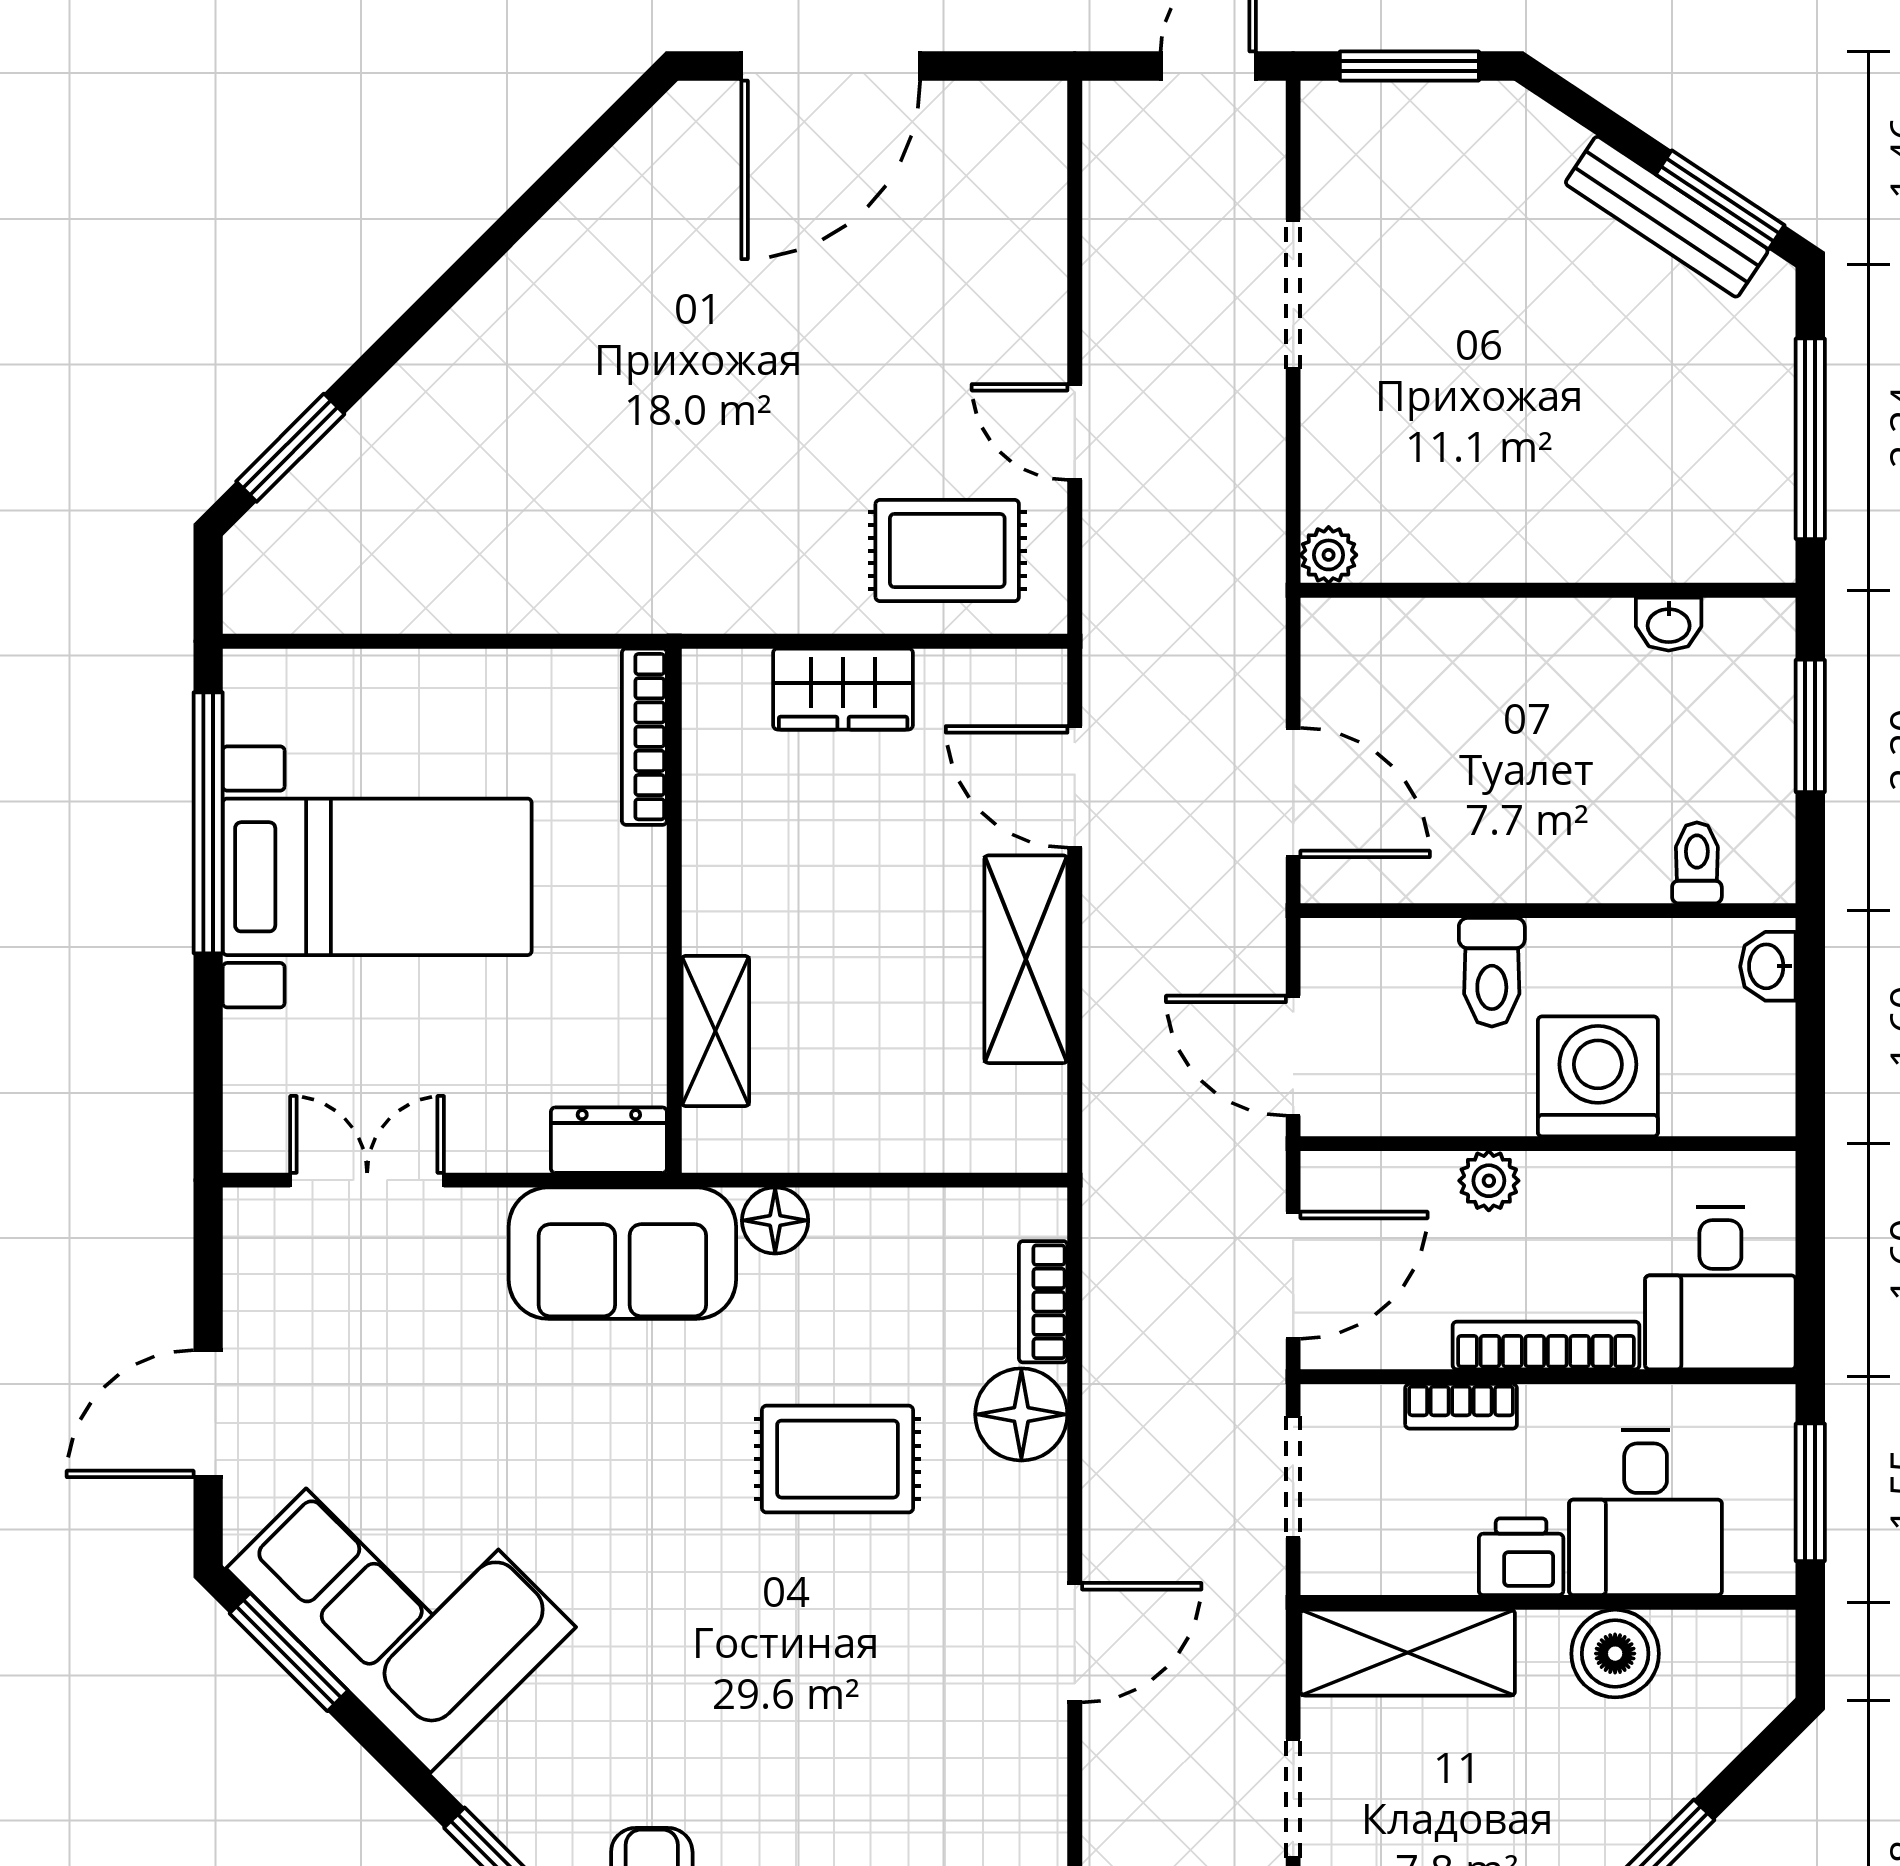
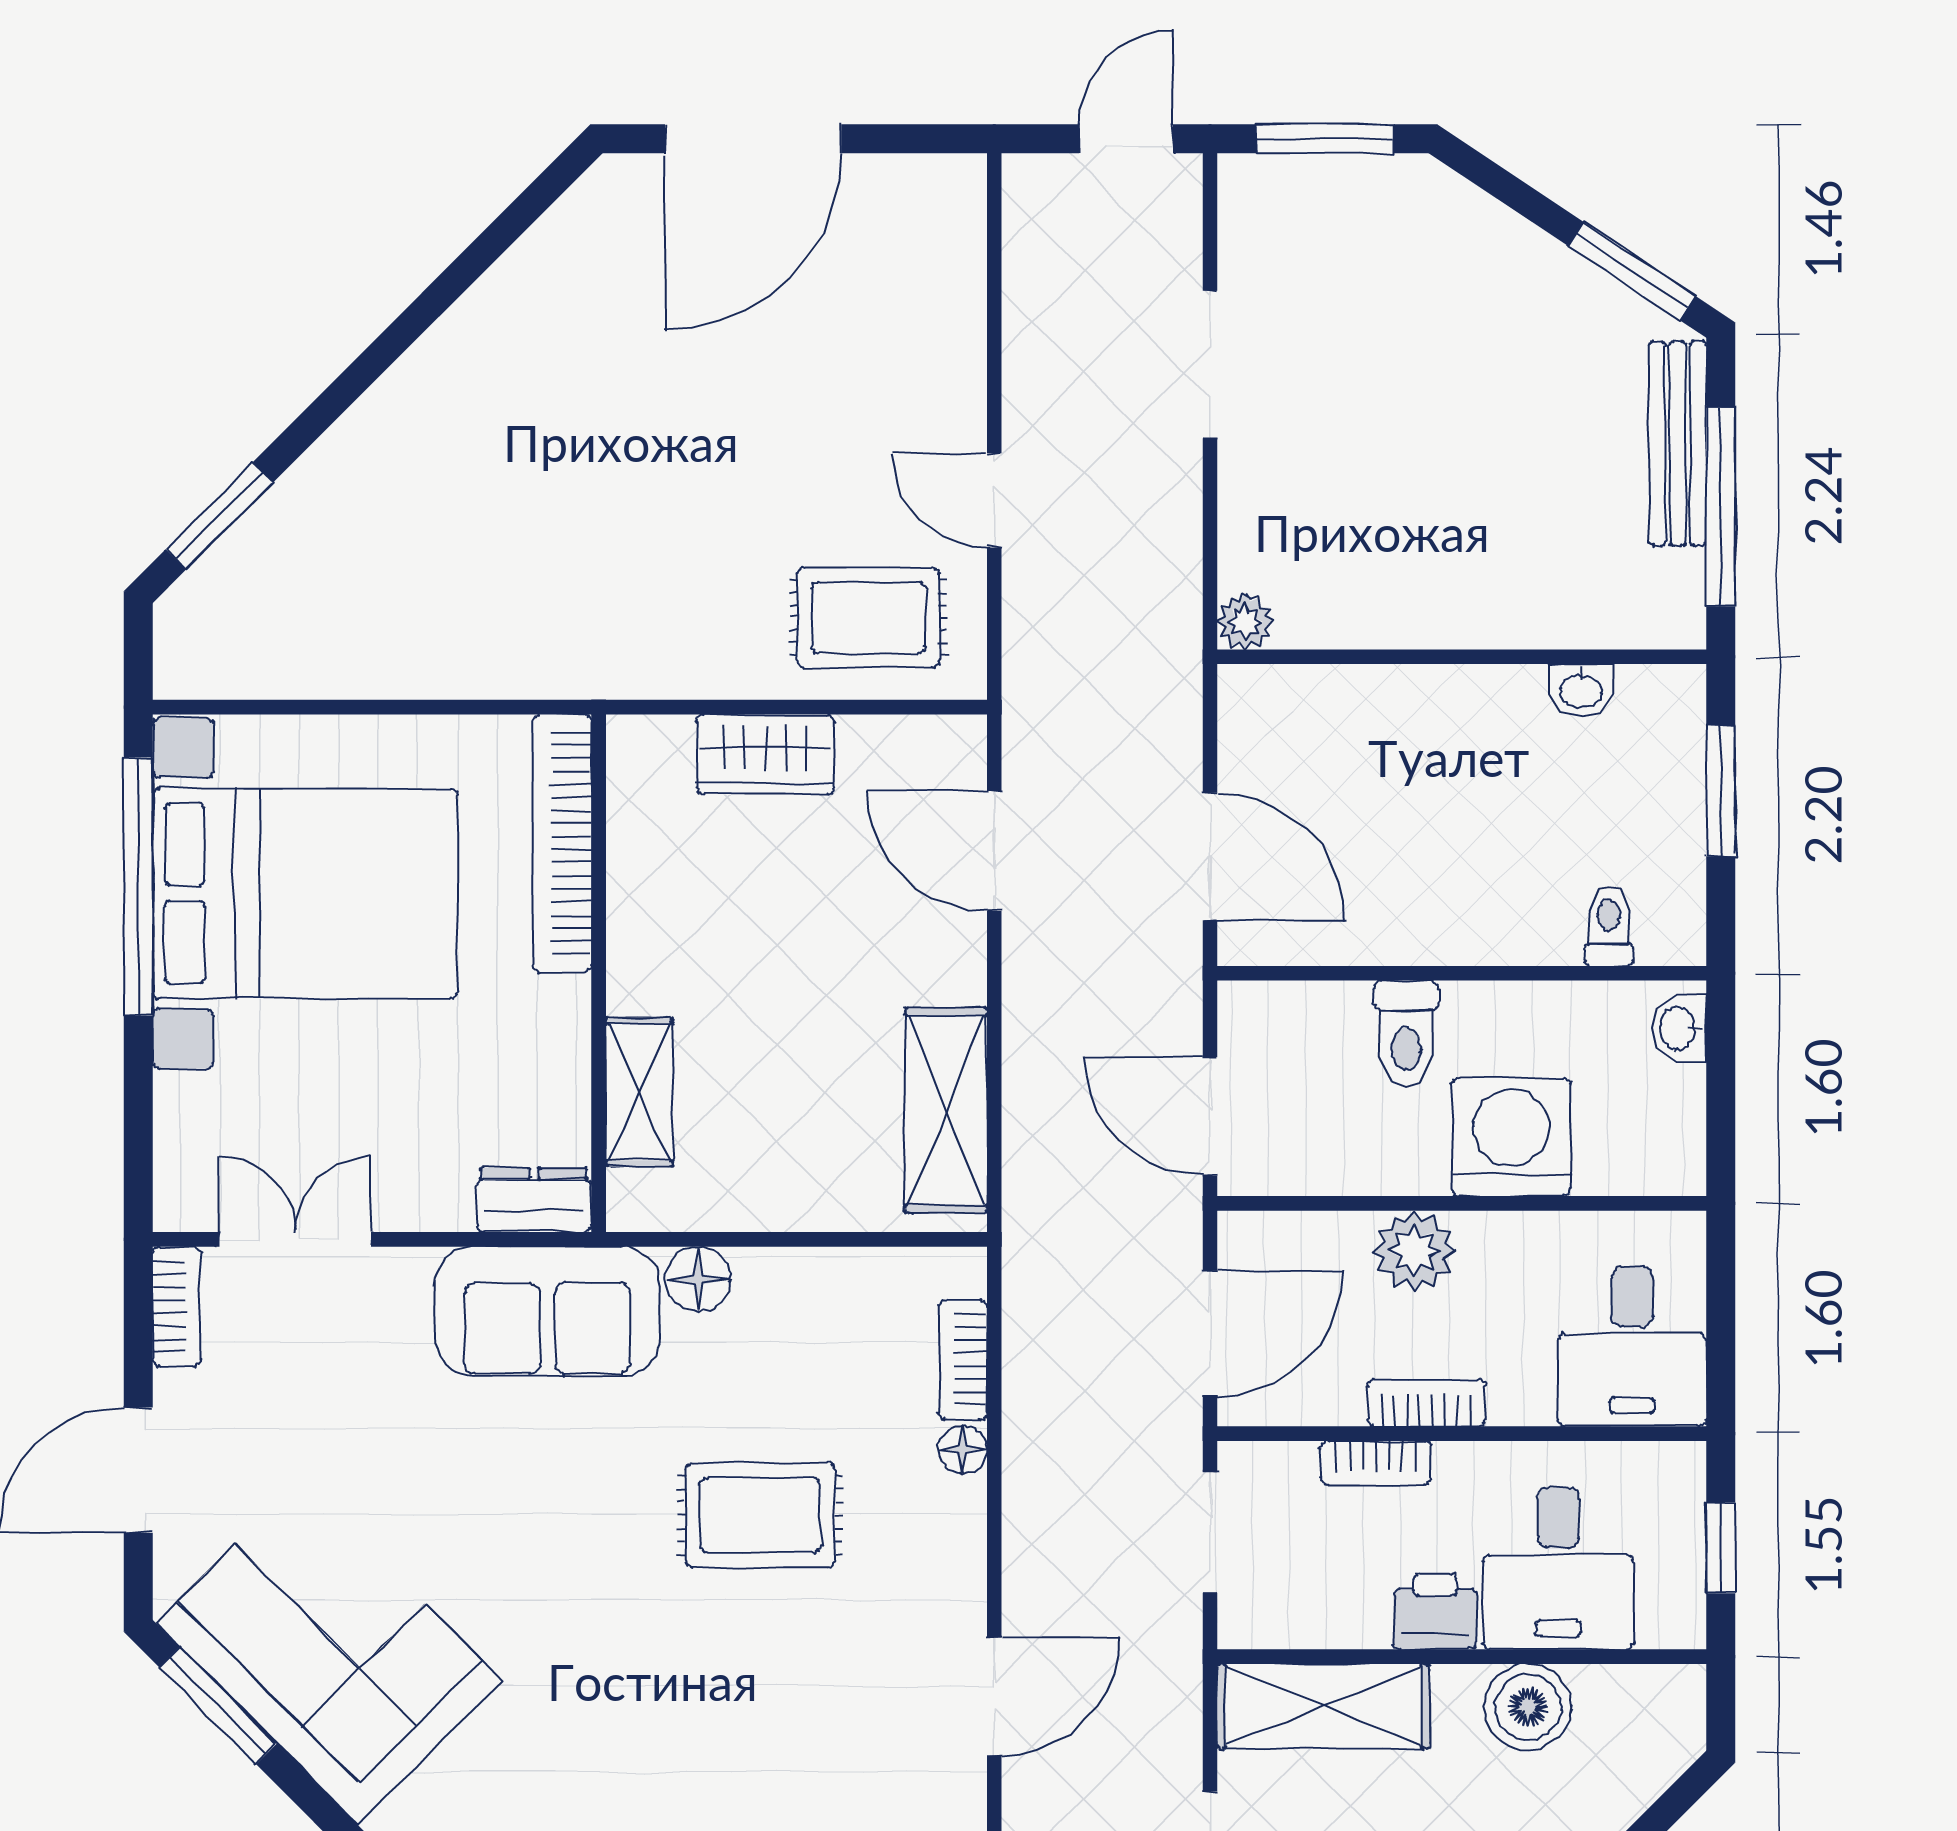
bench: (1667, 217) -> (1678, 444), moved, turned 56
bookcase: (644, 737) -> (562, 843), width x1.48, depth x1.31
bed with nightstands: (377, 877) -> (305, 893), width x1.36
shelving: (1026, 959) -> (946, 1110), moved
plant: (1489, 1181) -> (1414, 1251), width x1.38, depth x1.38
bookcase: (247, 1248) -> (177, 1307), added
bookcase: (1546, 1346) -> (1427, 1403), width x0.64
floor lamp: (1021, 1414) -> (963, 1449), width x0.53, depth x0.53
window: (1810, 1492) -> (1721, 1548), width x0.67

